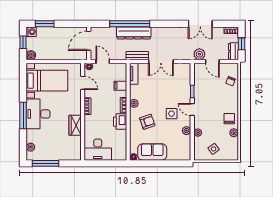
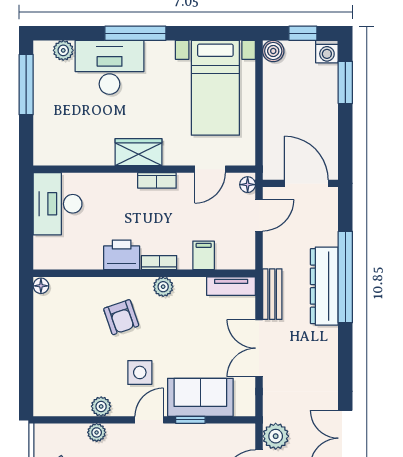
desk: (38, 114) -> (110, 67), moved
wardrobe: (75, 125) -> (139, 152), moved
sofa: (152, 152) -> (200, 397), moved, turned -90

